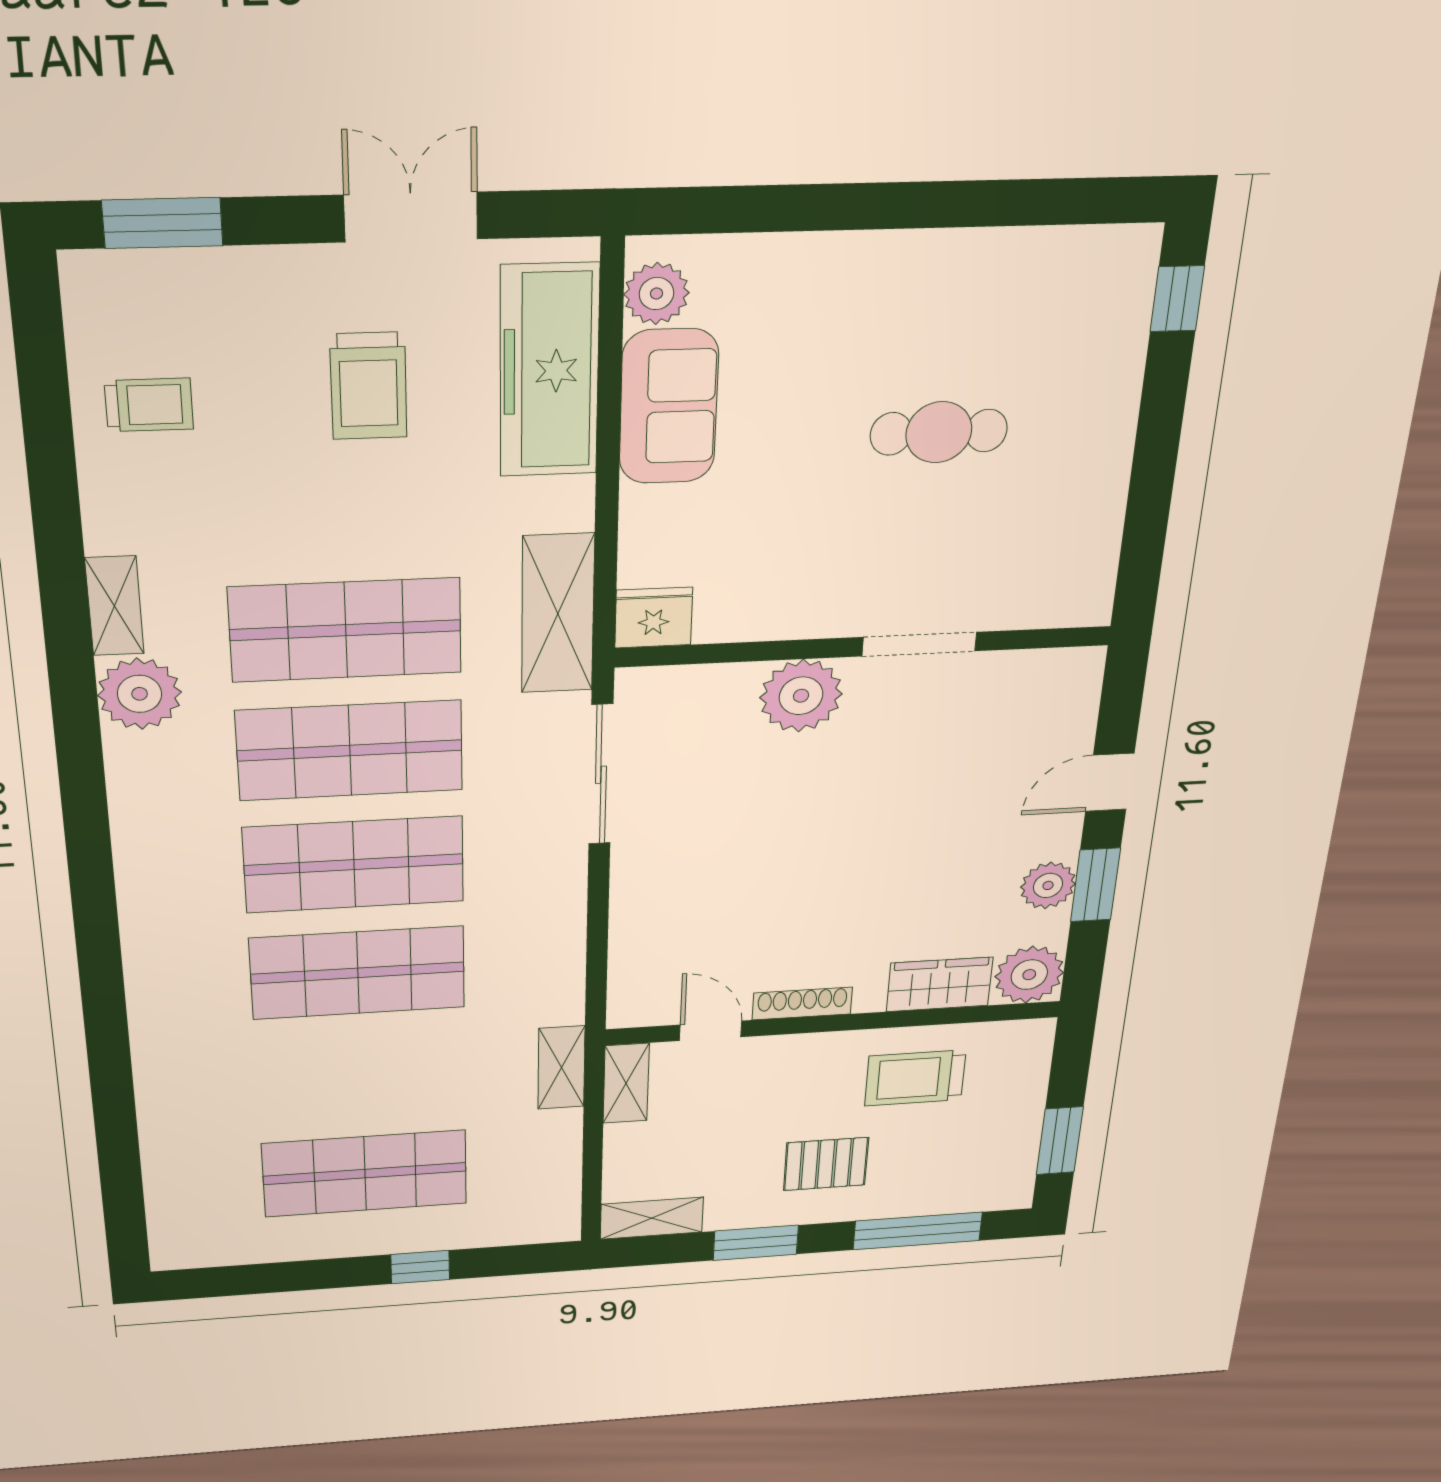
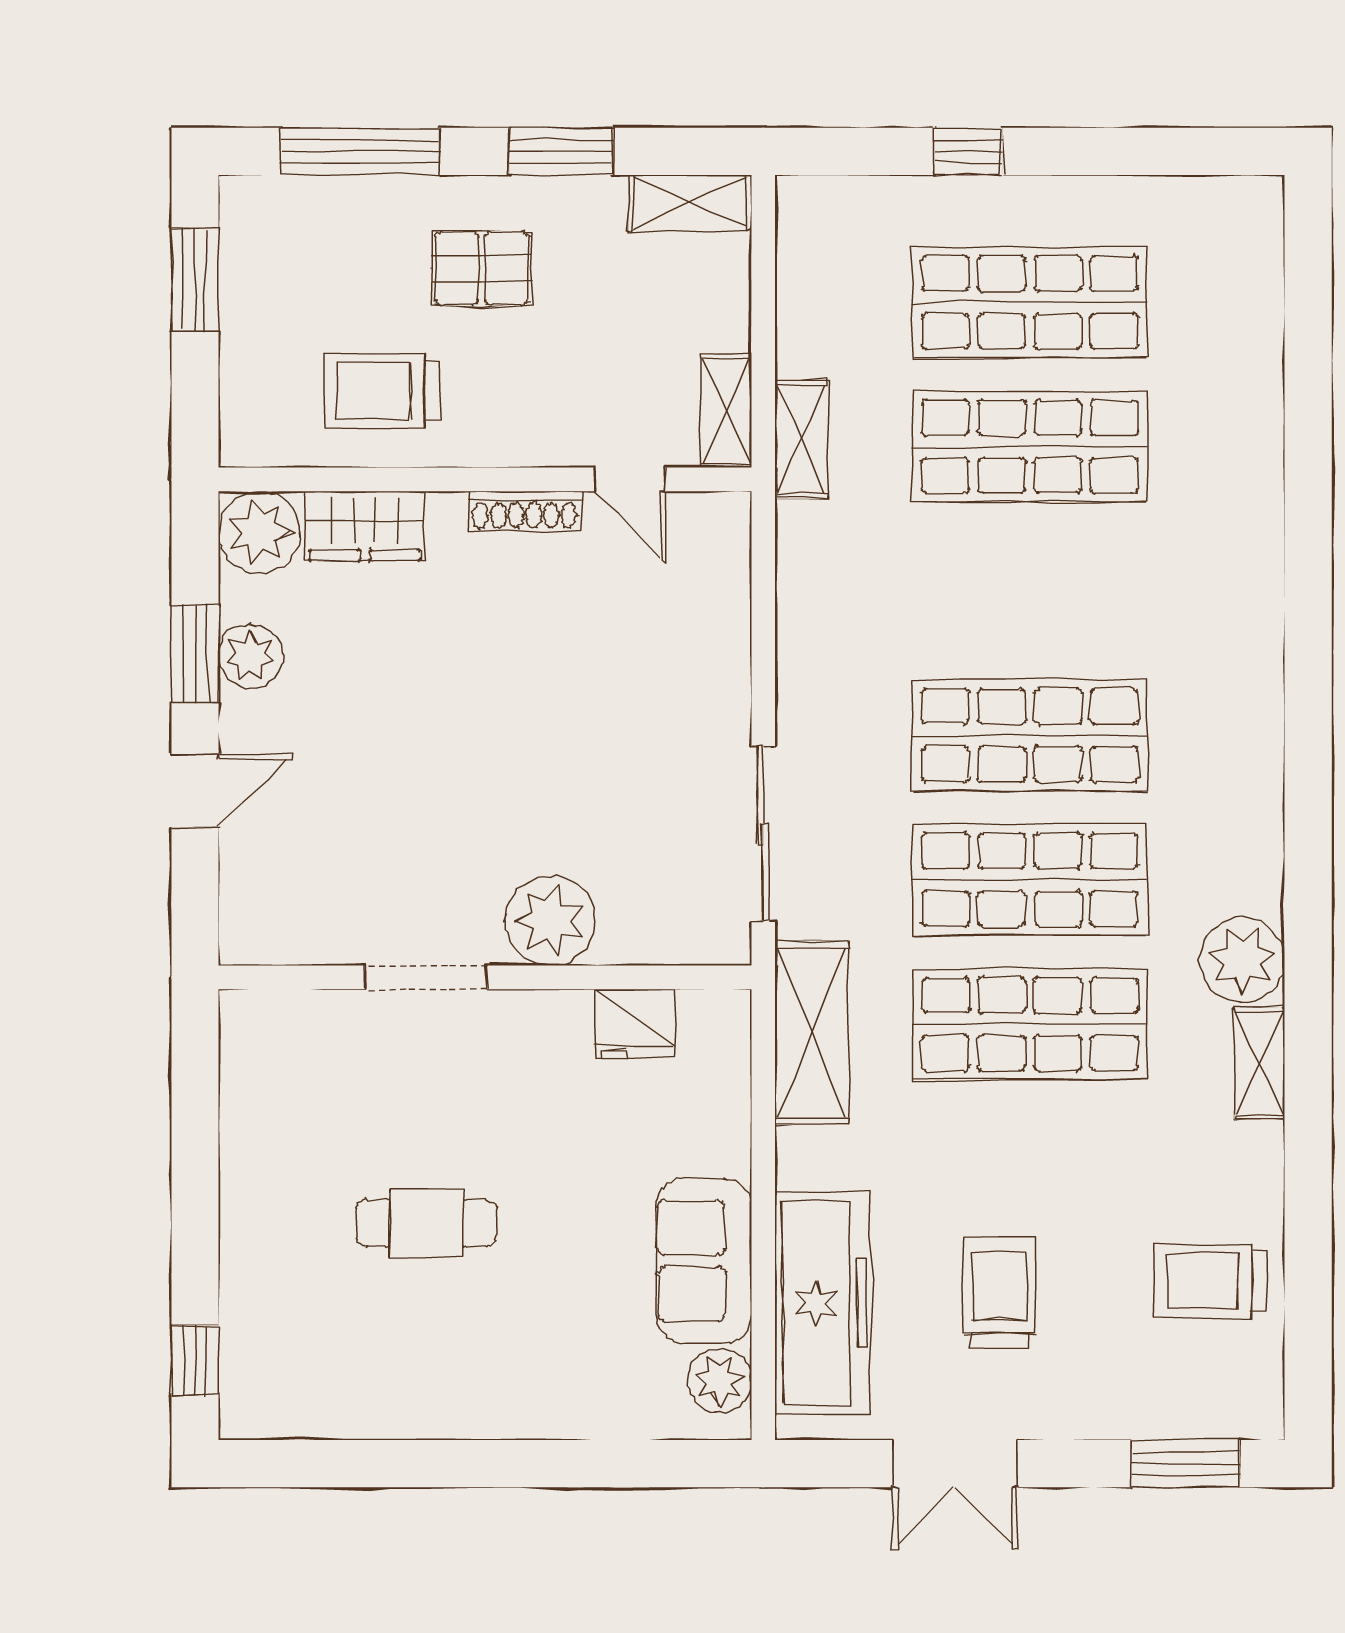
trolley: (149, 405) -> (1210, 1281), width x1.36, depth x1.39
fridge: (654, 618) -> (635, 1023), moved
shop shelf: (358, 973) -> (1030, 447), moved
trolley: (915, 1078) -> (382, 391), turned 180

